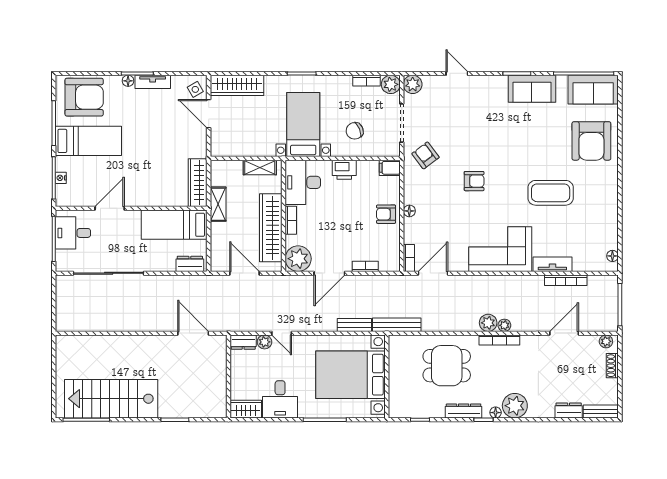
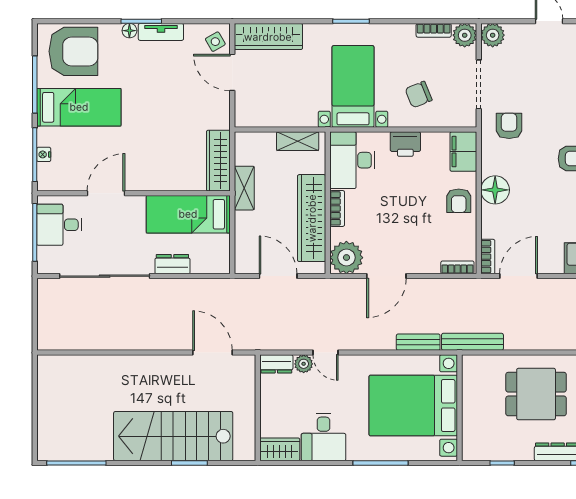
armchair: (426, 155) -> (509, 126), turned 37
filing cabinet: (390, 168) -> (463, 152), width x2.00
floor lamp: (409, 211) -> (495, 190), width x1.89, depth x1.89
armchair: (386, 214) -> (459, 201), turned -90
dresser: (190, 264) -> (172, 264), moved
bookcase: (365, 266) -> (457, 267), moved
stairs: (111, 399) -> (173, 436), moved

